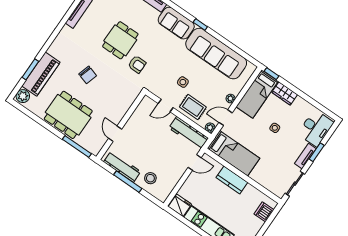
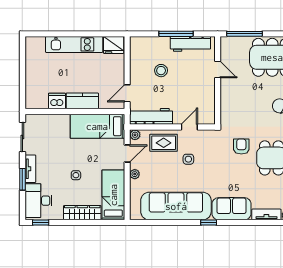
armchair: (137, 64) -> (241, 147), turned 90
window: (271, 74) -> (41, 223), moved
wardrobe: (285, 93) -> (82, 213), width x1.50
stool: (150, 178) -> (161, 71), moved
dishwasher: (264, 212) -> (57, 101), moved, turned -90

